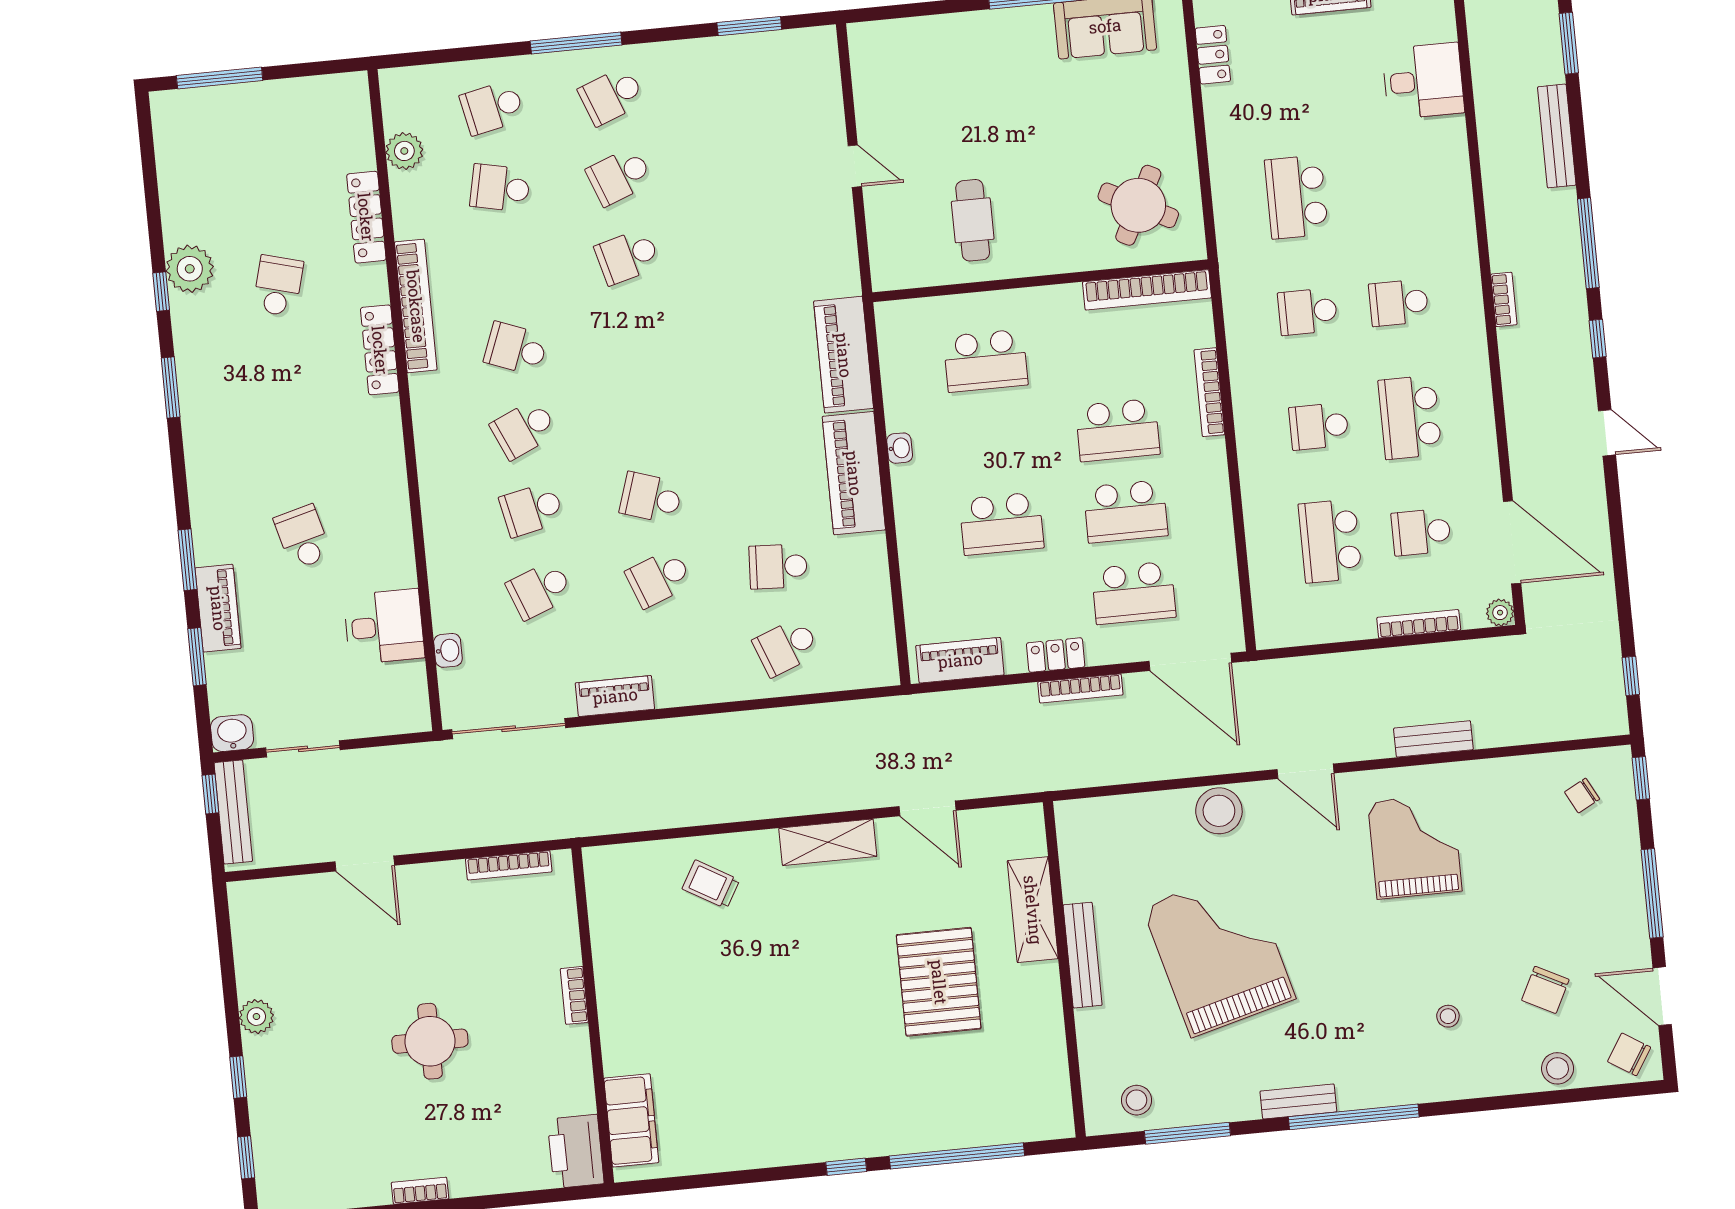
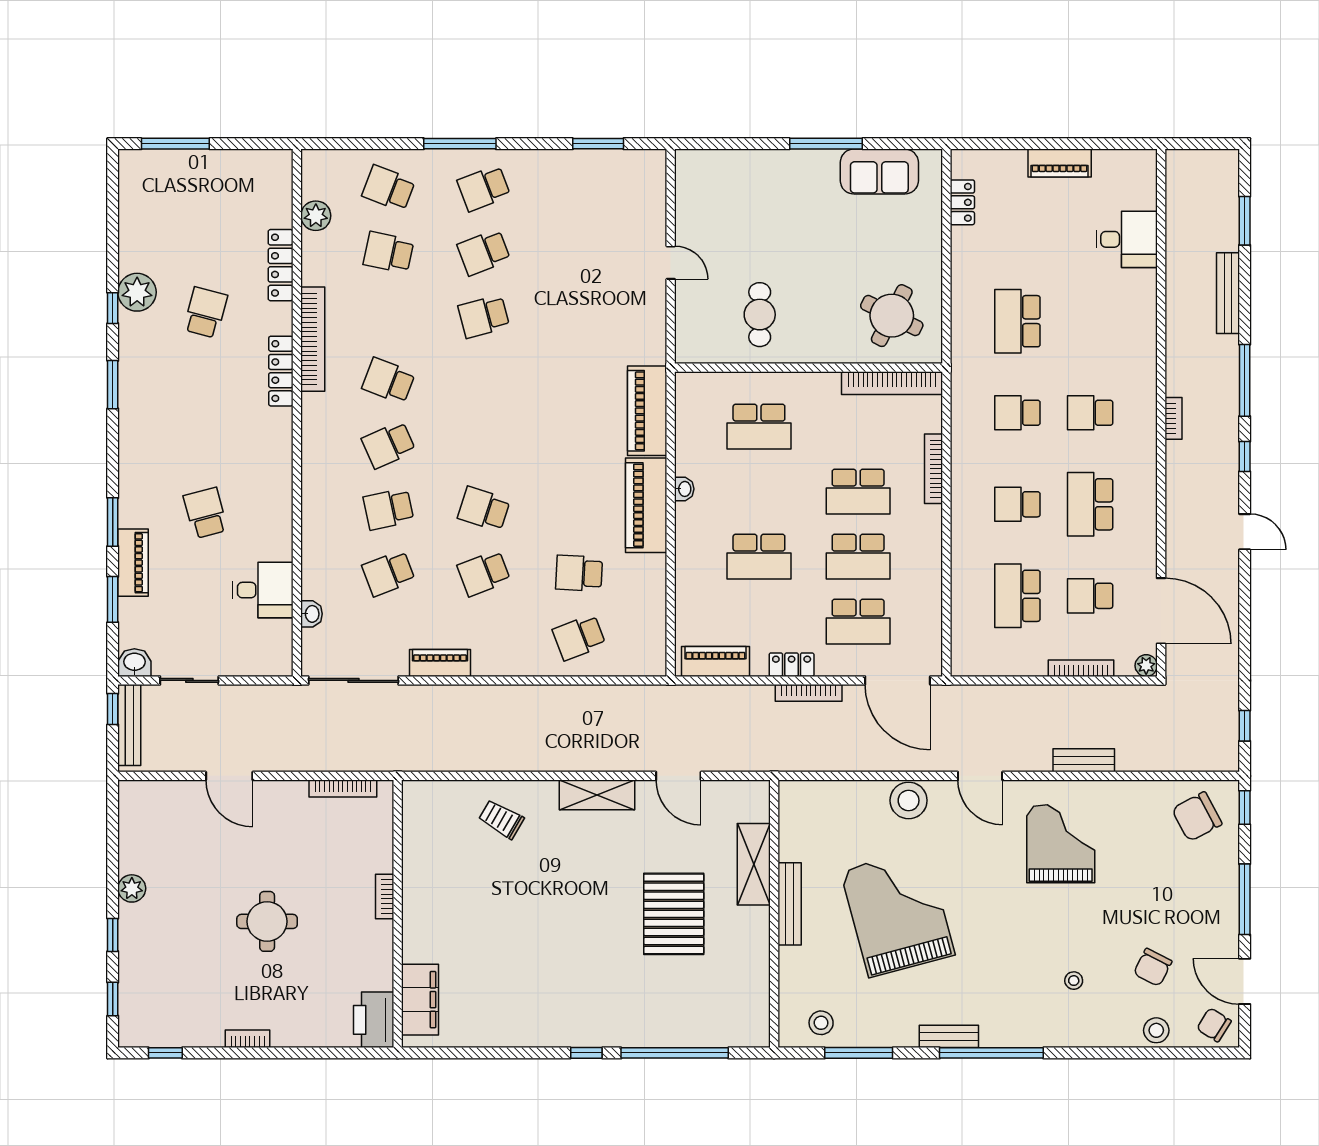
school desk: (492, 108) -> (389, 188), turned 33
chair: (1582, 796) -> (1197, 817), width x1.87, depth x1.87

